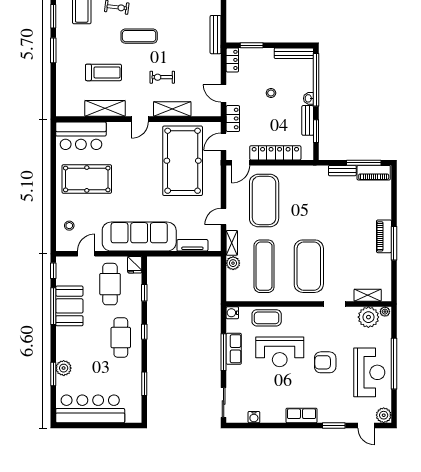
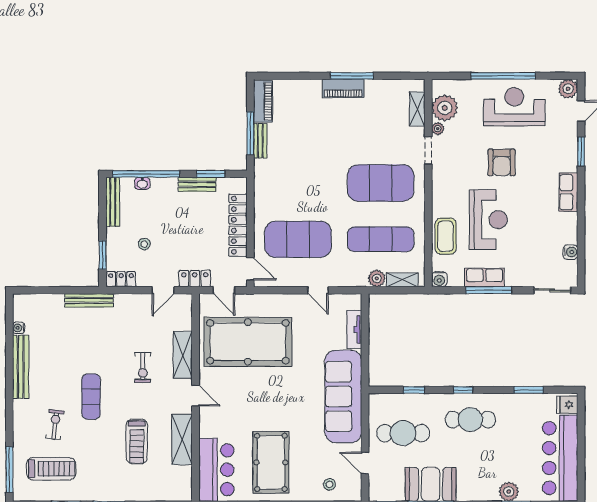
treadmill: (103, 72) -> (137, 441), turned 180
stool: (271, 93) -> (144, 244), moved
washbasin: (309, 98) -> (142, 183), moved
window: (364, 163) -> (250, 133), moved
shelving: (232, 243) -> (402, 280), moved
fridge: (135, 265) -> (567, 405), moved, turned 180
plant: (385, 312) -> (438, 129), moved

